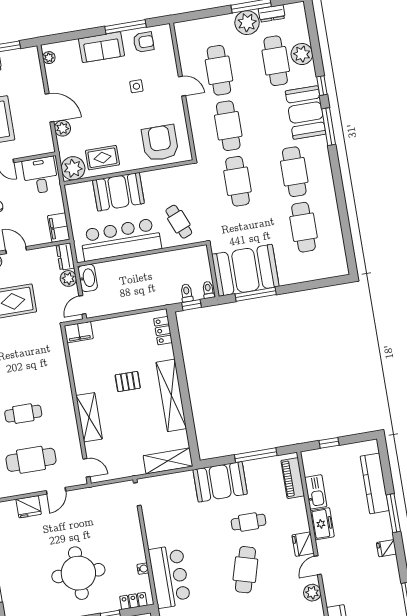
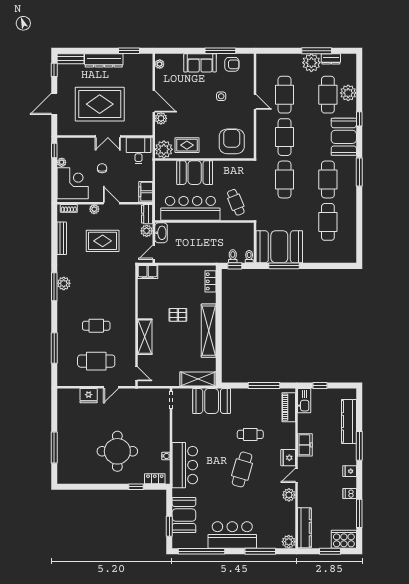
window: (329, 127) -> (359, 172), moved
booth: (220, 482) -> (212, 401), moved
kitchen sink: (316, 492) -> (304, 401), moved
dishwasher: (391, 578) -> (350, 494), added

